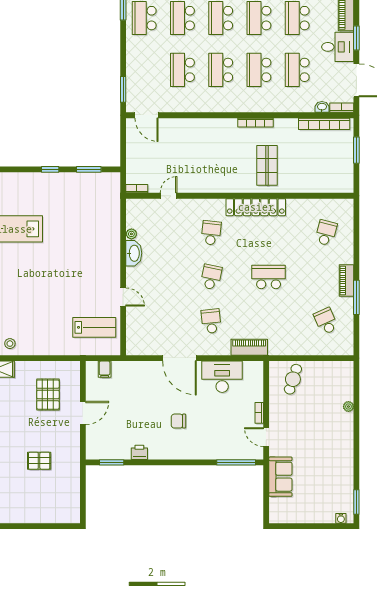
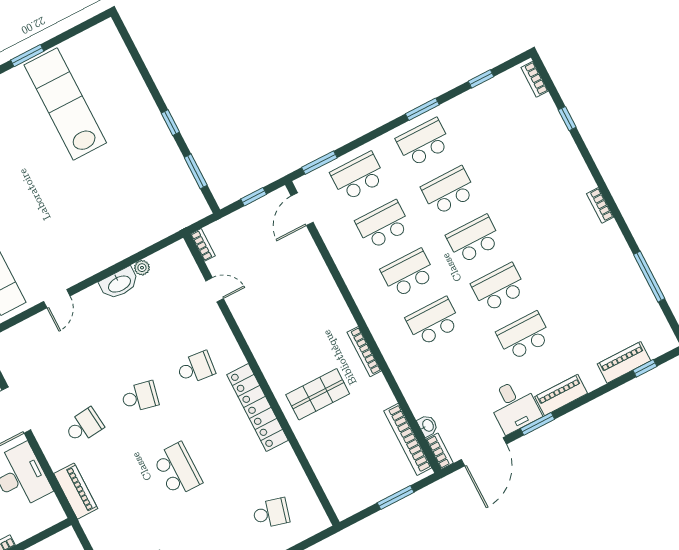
school desk: (297, 70) -> (358, 176), moved
window: (123, 141) -> (254, 197), added

